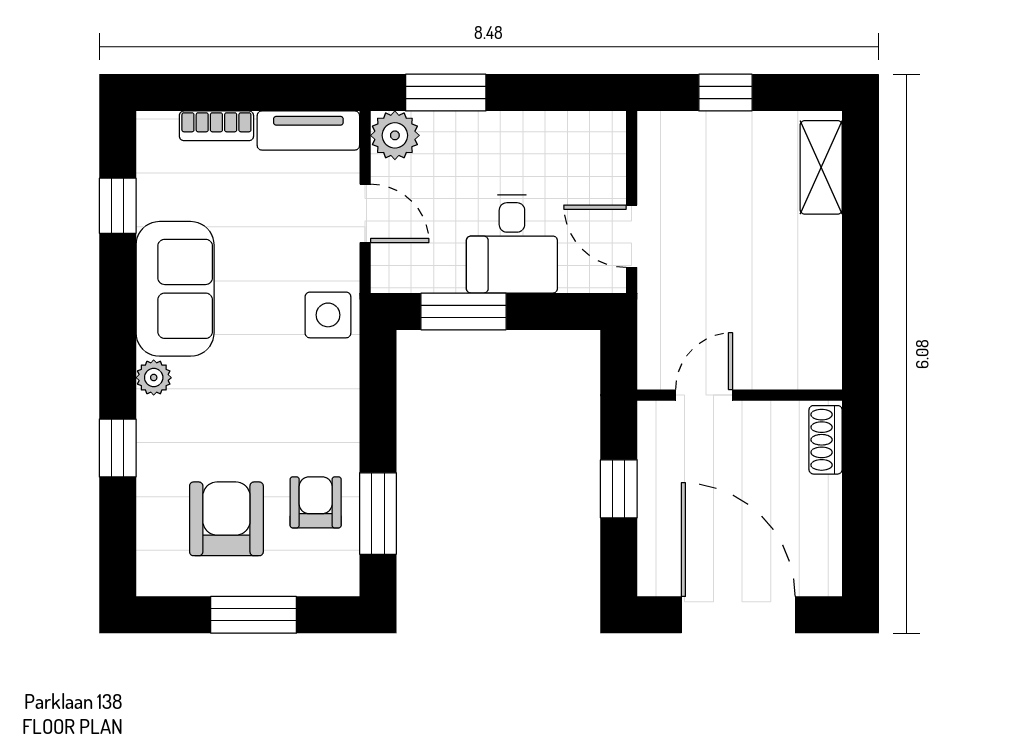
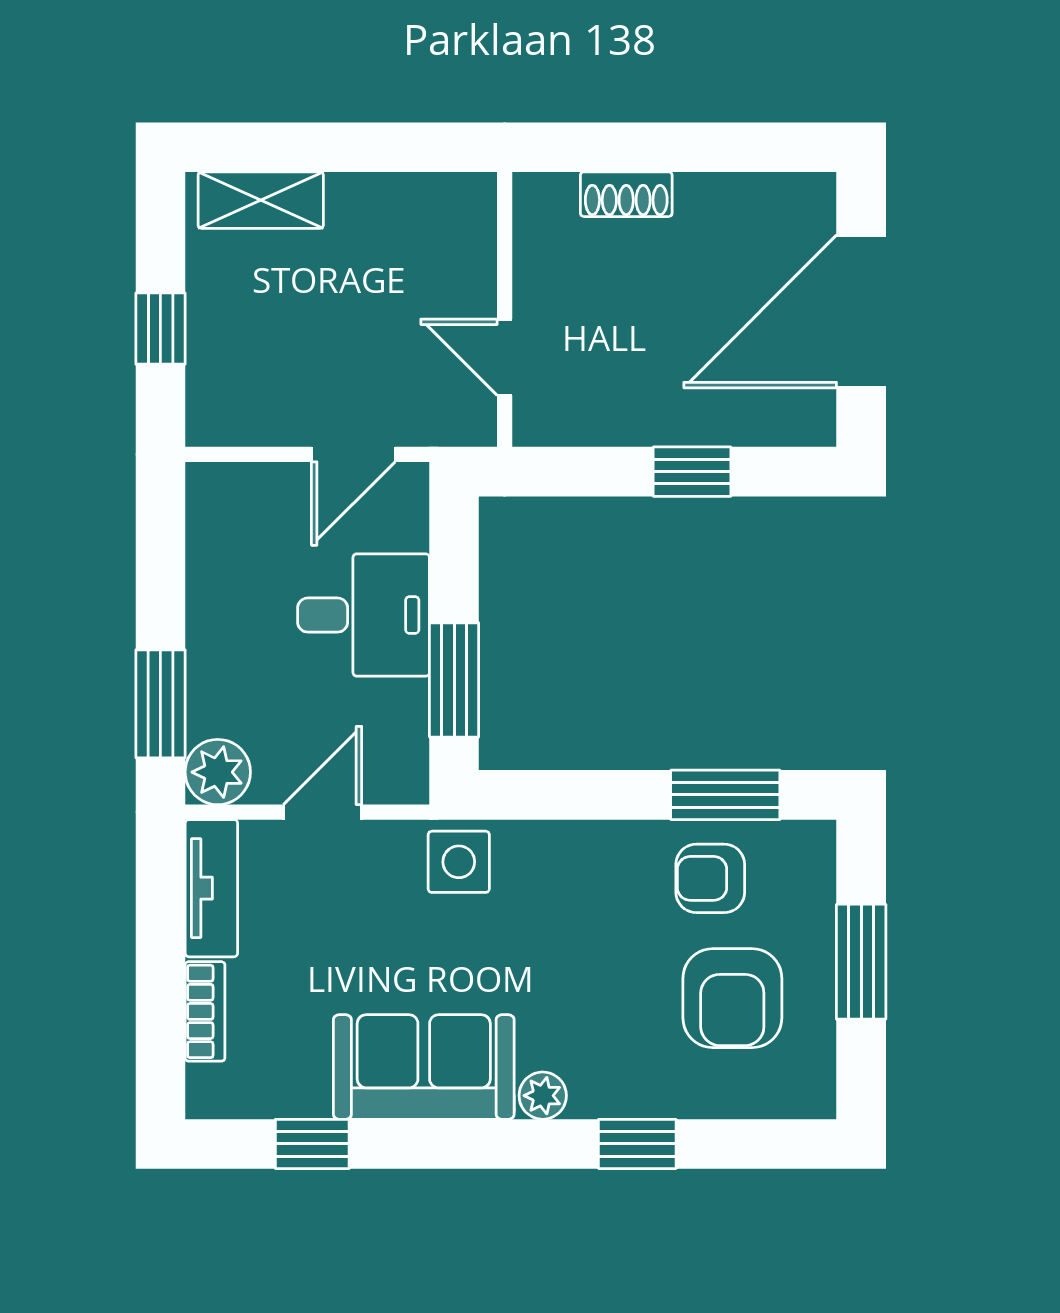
door: (704, 395) -> (505, 357), moved
wall: (740, 395) -> (505, 309), moved
armchair: (226, 519) -> (732, 998), turned -90

